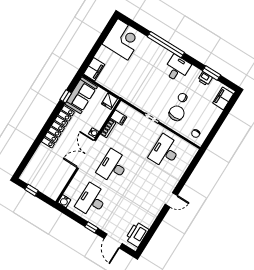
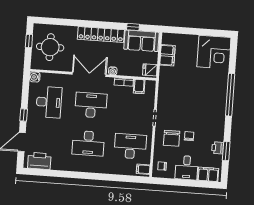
desk: (177, 68) -> (187, 168), moved, turned 90
filing cabinet: (94, 69) -> (167, 55), moved, turned -90
chair: (177, 113) -> (172, 138), turned 90
filing cabinet: (190, 151) -> (143, 169), added
round table: (46, 175) -> (50, 47), added
desk: (144, 186) -> (88, 143), added
desk: (92, 200) -> (49, 102), turned 90
door: (171, 200) -> (88, 176), removed

